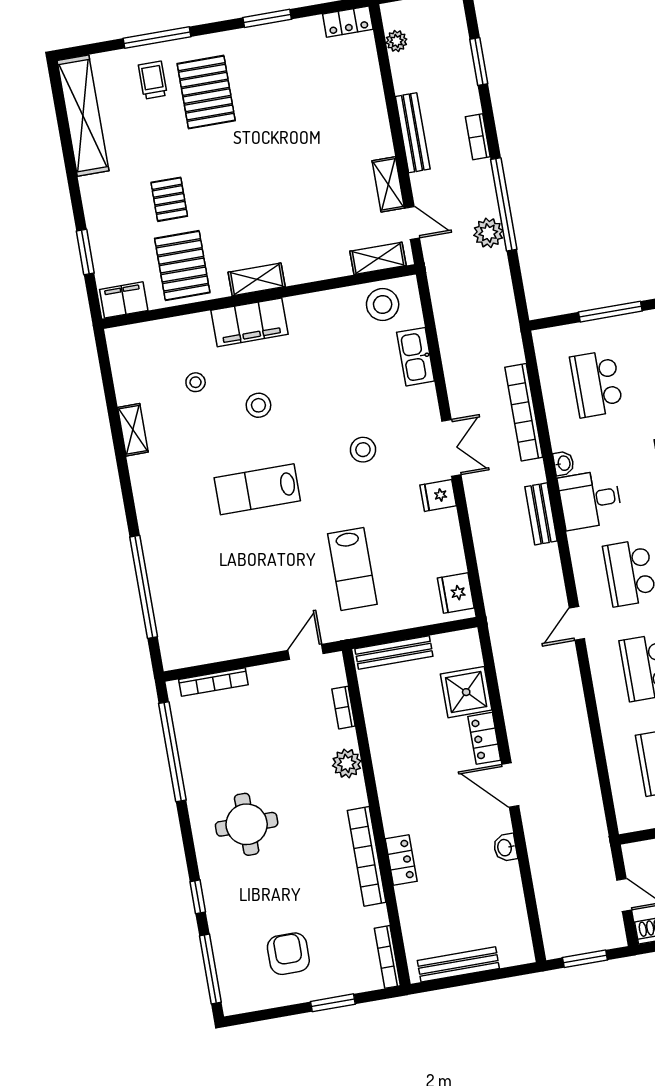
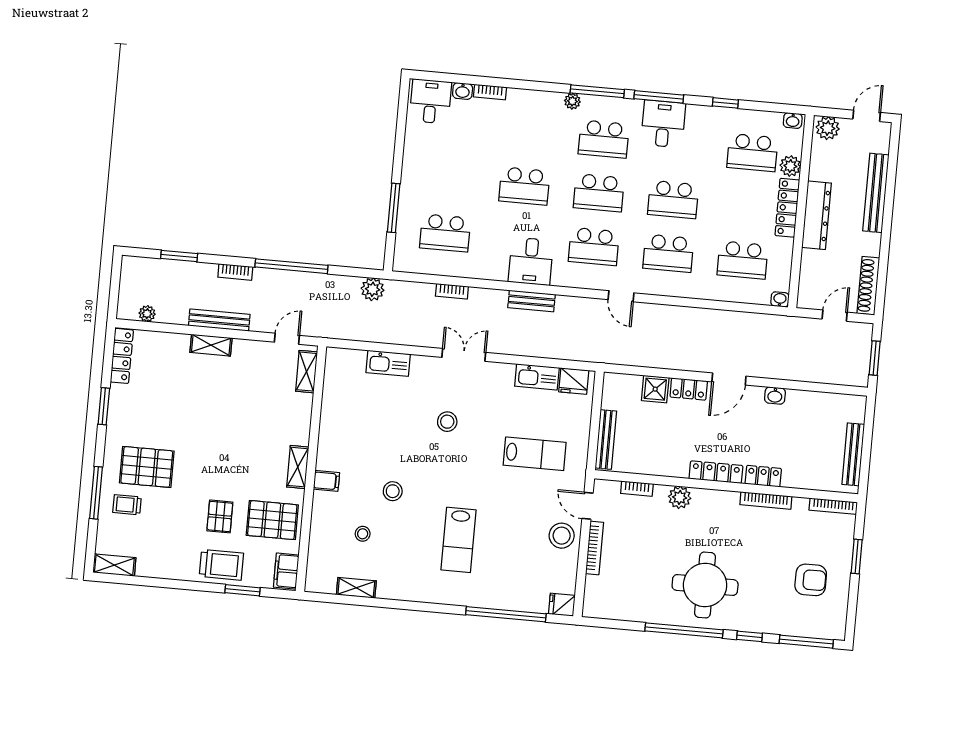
locker: (348, 22) -> (122, 356), width x1.53
shelving: (83, 116) -> (114, 565), width x0.45, depth x0.75
shelving: (388, 184) -> (211, 345), moved
pallet: (169, 199) -> (220, 516), turned 90
trolley: (110, 217) -> (221, 565), added
plant: (488, 233) -> (373, 289), moved
stool: (383, 305) -> (562, 536), moved
filing cabinet: (249, 322) -> (326, 481), width x0.33, depth x0.86
bookcase: (524, 412) -> (452, 291), width x0.43, depth x0.76
shelving: (133, 430) -> (356, 588), moved
washbasin: (564, 463) -> (780, 299), moved
lab bench: (257, 489) -> (459, 540), moved
fridge: (438, 495) -> (562, 605), moved, turned 90
kitchen sink: (449, 546) -> (537, 377), added
bookcase: (213, 682) -> (594, 548), moved
shower: (466, 692) -> (655, 389), width x0.73, depth x0.73
window: (172, 752) -> (684, 630), moved
locker: (390, 800) -> (716, 472), added
round table: (247, 824) -> (705, 585), width x1.36, depth x1.36
bookcase: (367, 856) -> (766, 500), width x0.68, depth x0.76
armchair: (288, 954) -> (811, 580), turned 180

